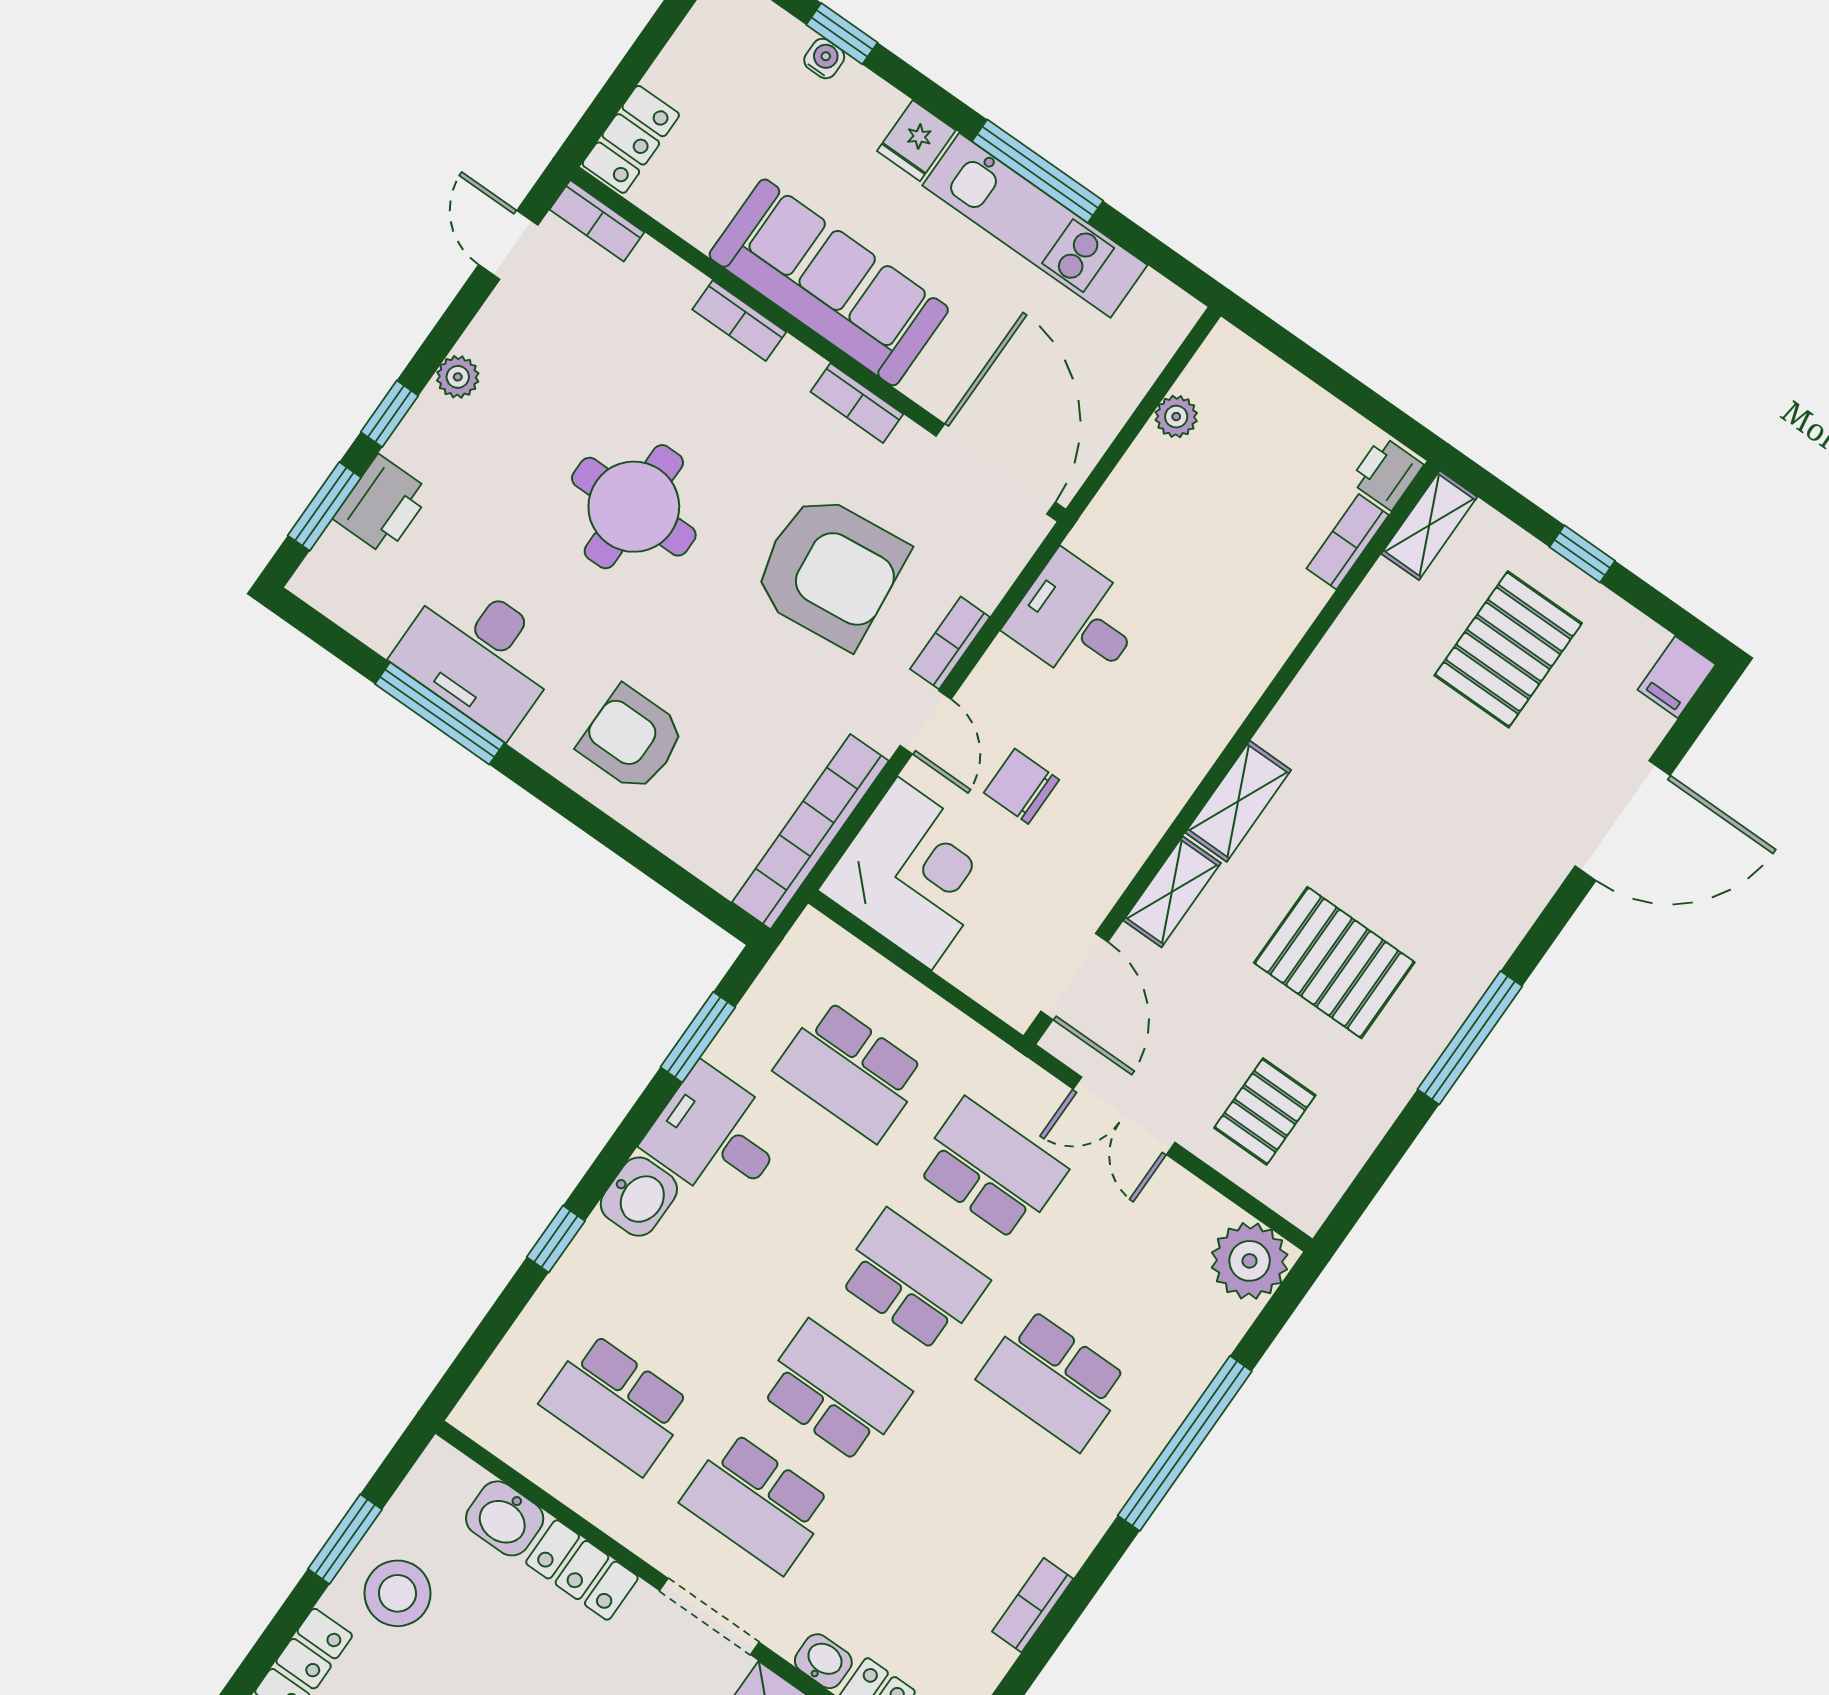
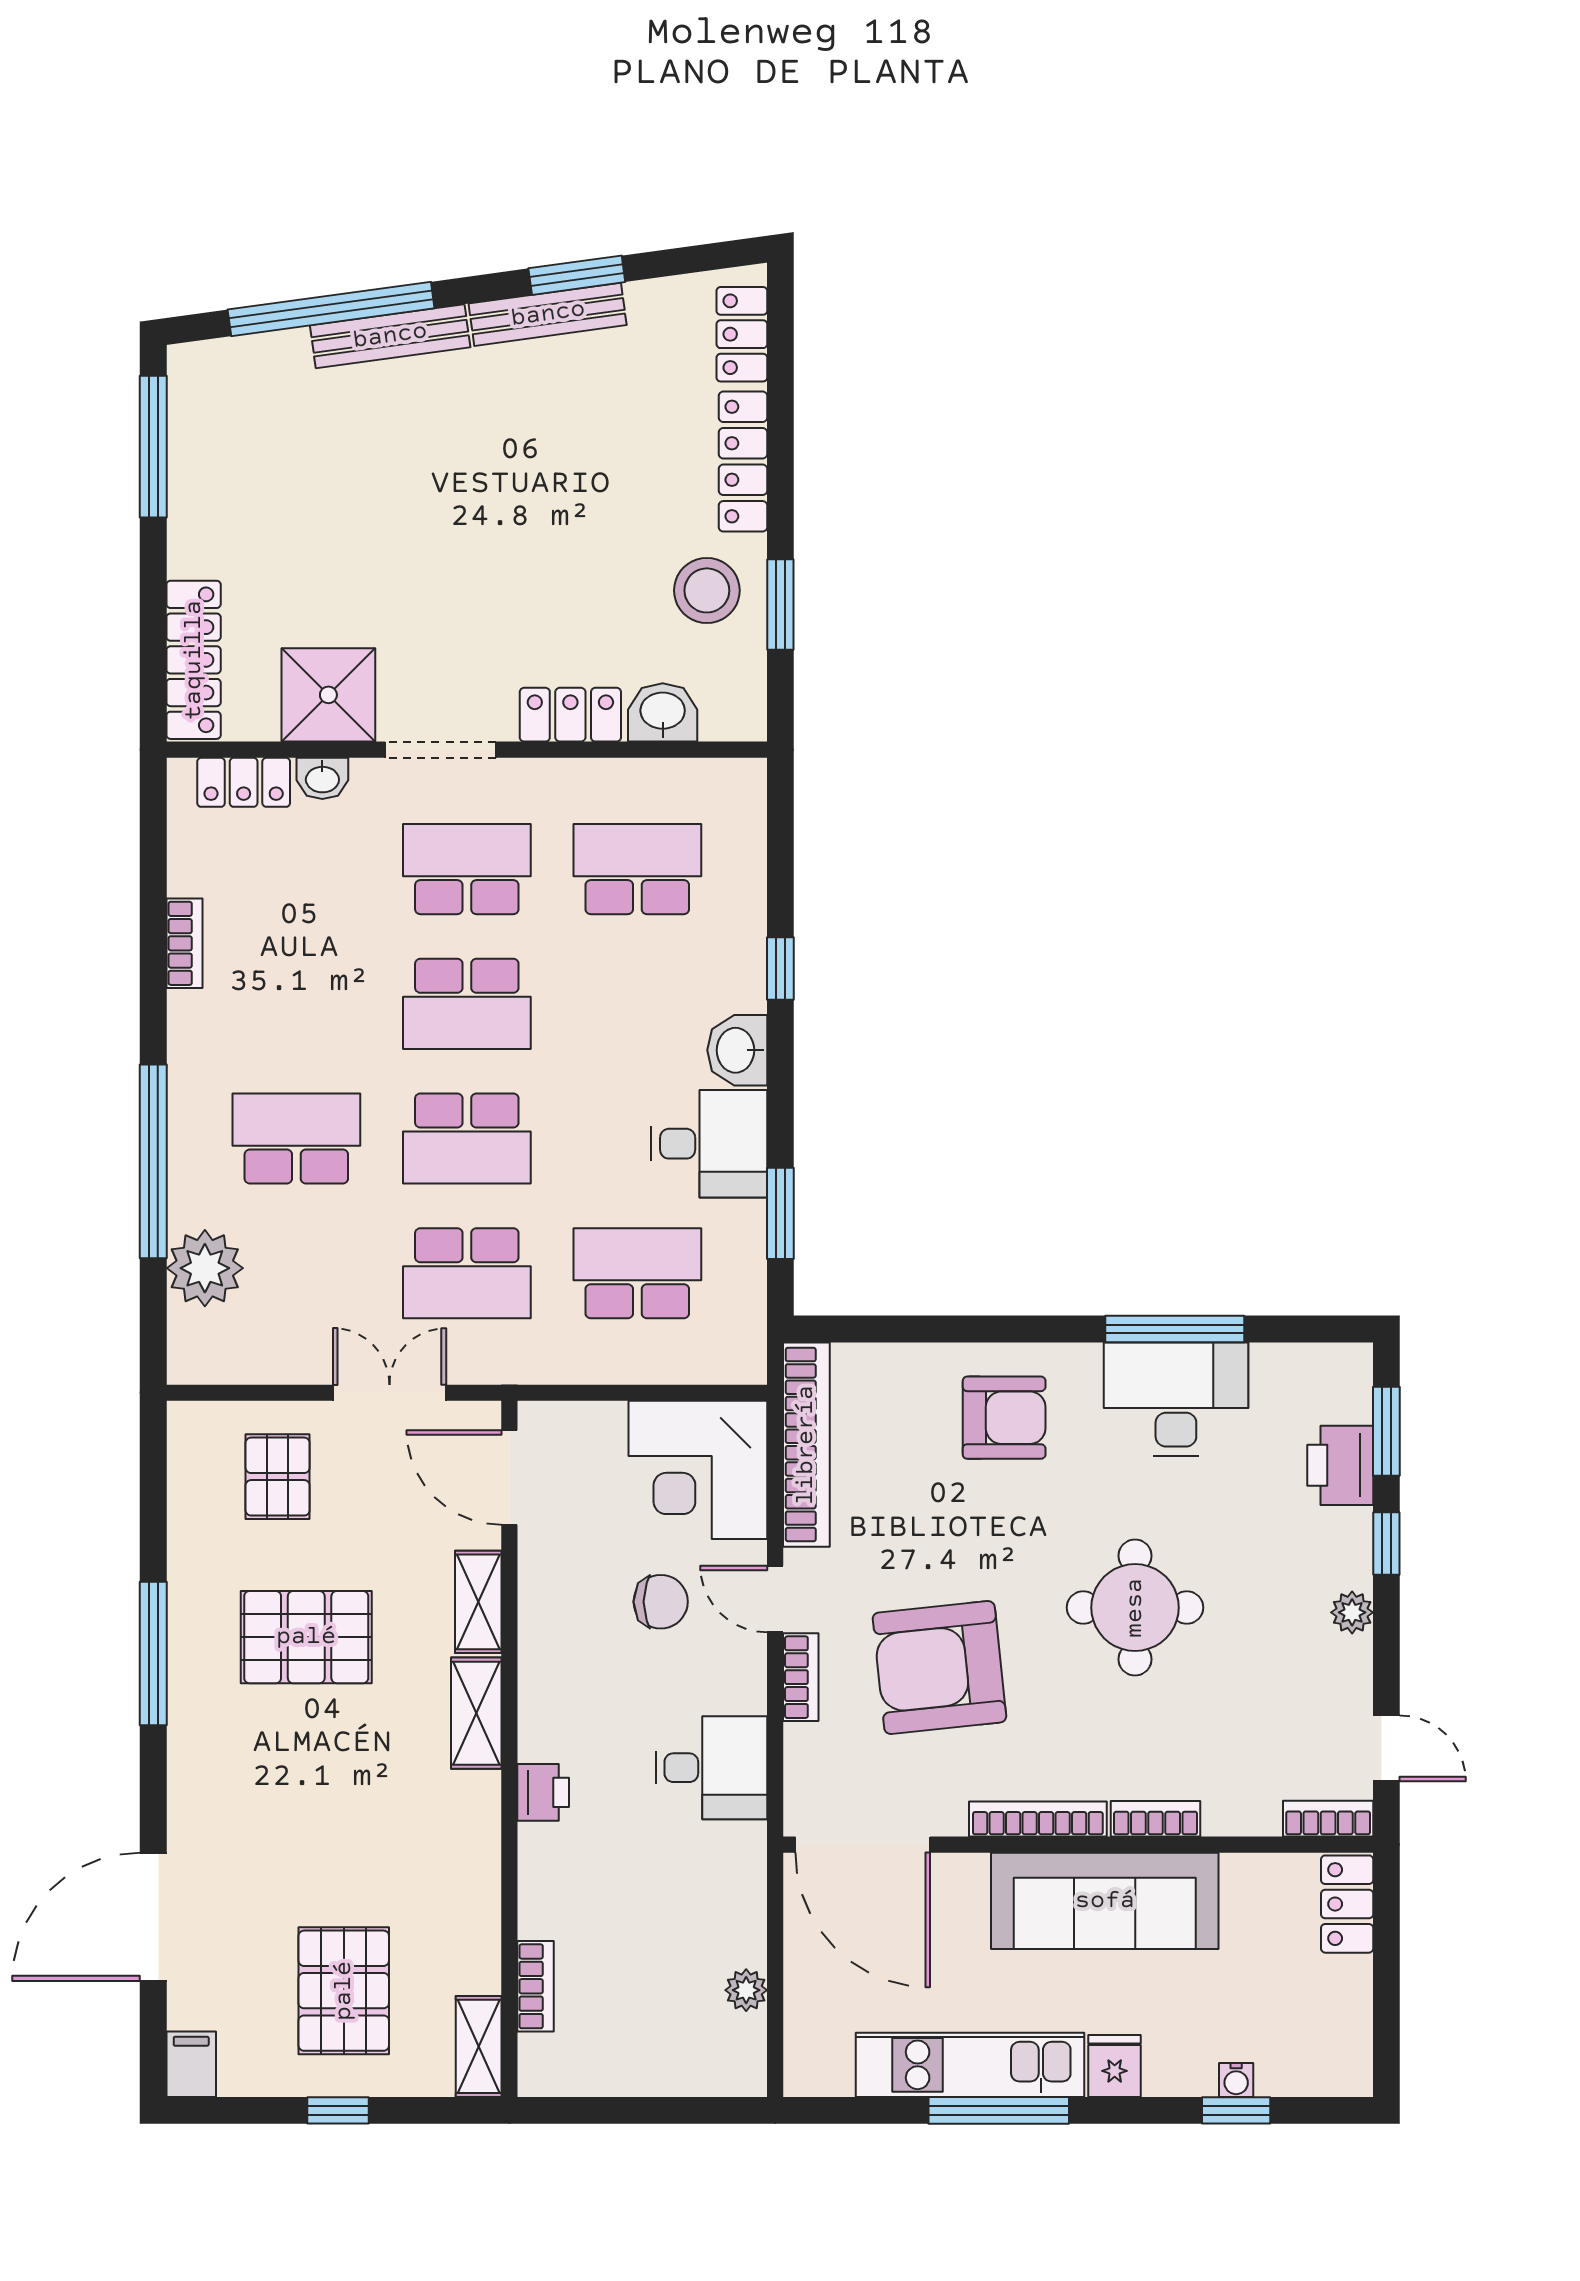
bookcase: (857, 403) -> (1038, 1819), width x1.56
printer: (1386, 473) -> (543, 1792), moved
plant: (1250, 1261) -> (205, 1268), moved

